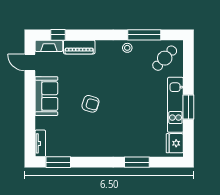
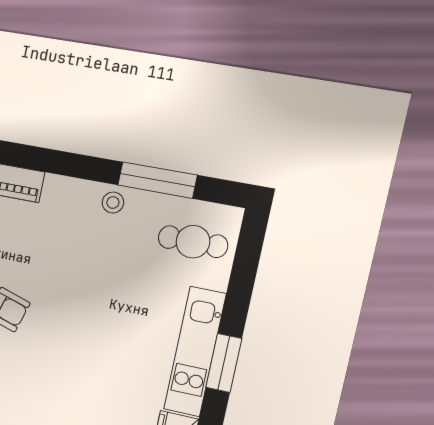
cafe table: (165, 58) -> (193, 242), turned 47

